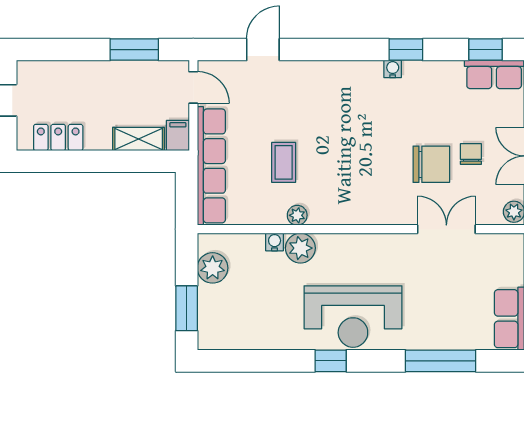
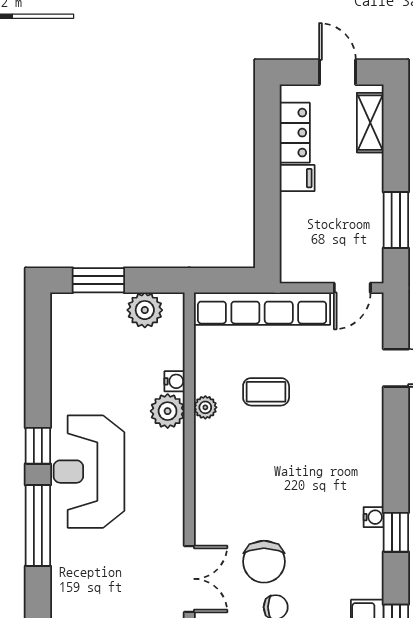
filing cabinet: (178, 135) -> (297, 178), moved
shelving: (139, 139) -> (370, 123), moved
window: (441, 361) -> (38, 526), moved

